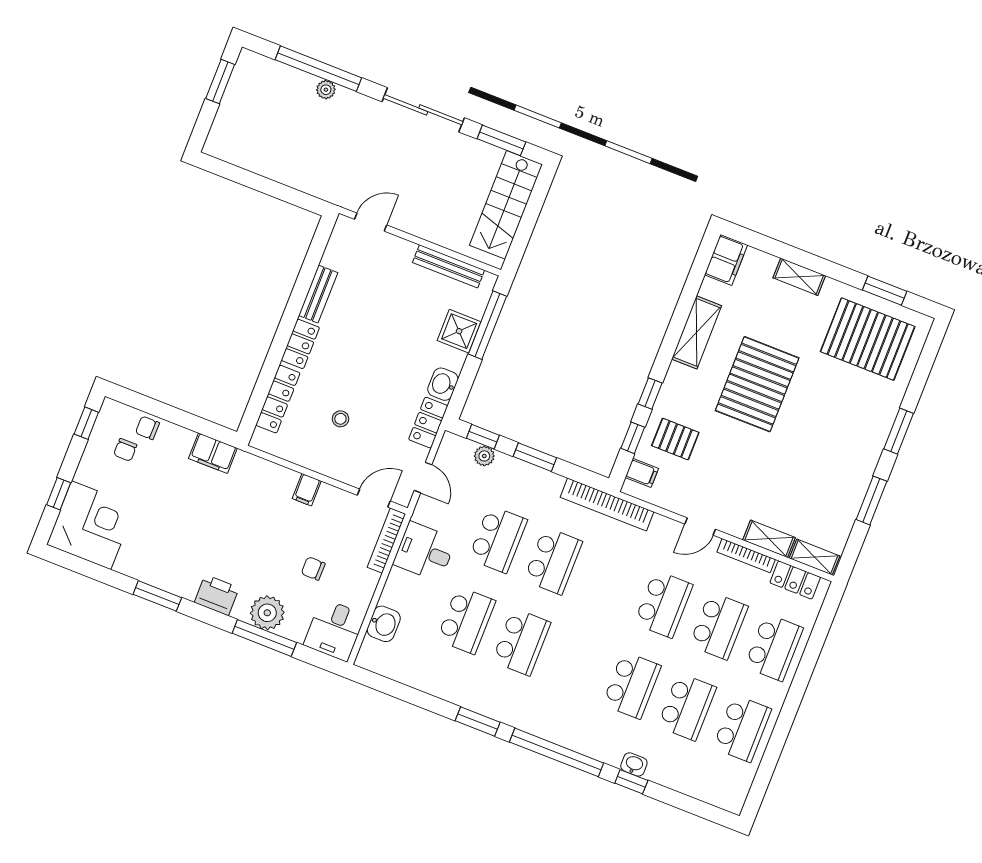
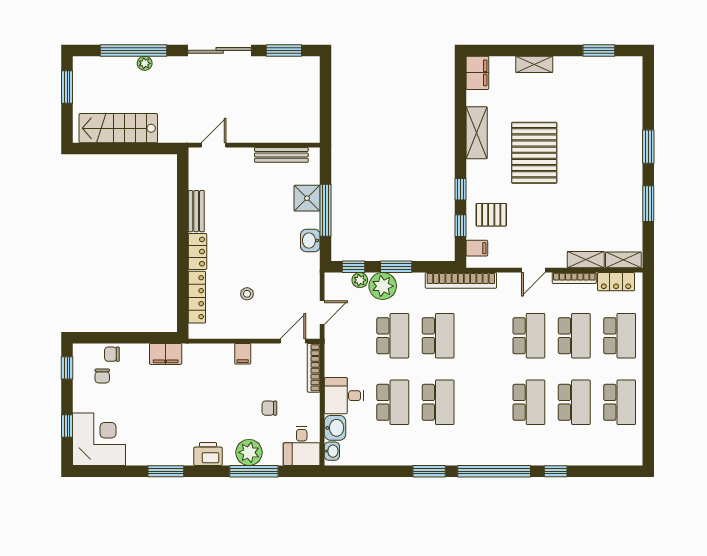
stairs: (506, 205) -> (118, 128), moved, turned 90
window: (487, 325) -> (326, 210), moved
pallet: (868, 339) -> (600, 90), removed
locker: (428, 423) -> (311, 272), removed
plant: (509, 474) -> (383, 286), added
door: (423, 478) -> (322, 313), hinge flipped
desk: (425, 552) -> (344, 396), moved
washbasin: (634, 764) -> (332, 451), moved, turned 90

